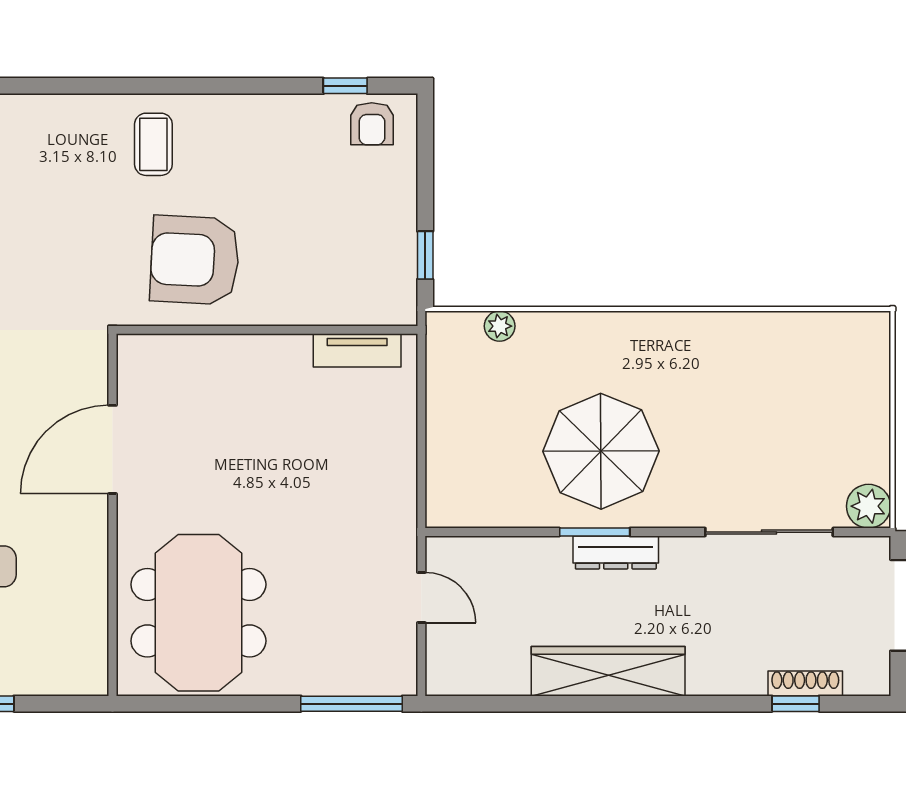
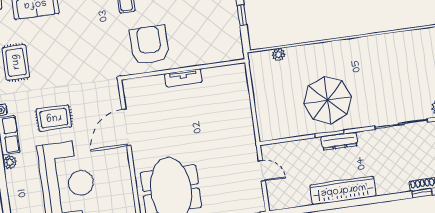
window: (425, 255) -> (242, 15), moved
armchair: (195, 260) -> (149, 45), turned 87
tv unit: (357, 350) -> (183, 78), moved

